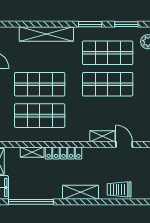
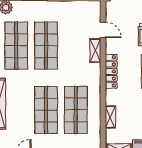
door: (124, 144) -> (103, 30), swing flipped
locker: (63, 153) -> (111, 71), moved

